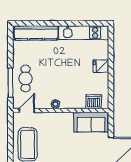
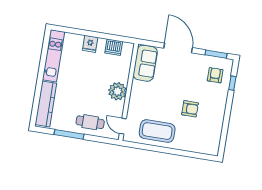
window: (10, 83) -> (69, 134), moved
dishwasher: (94, 102) -> (114, 47), moved, turned -90
plant: (55, 104) -> (117, 91), width x1.87, depth x1.87

